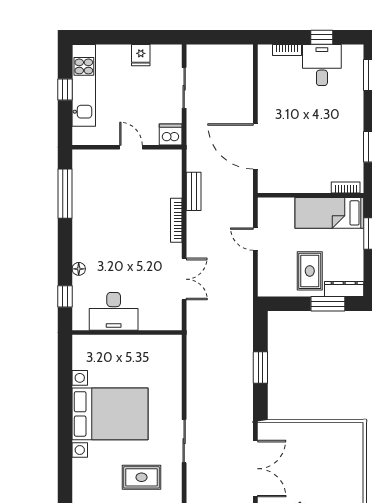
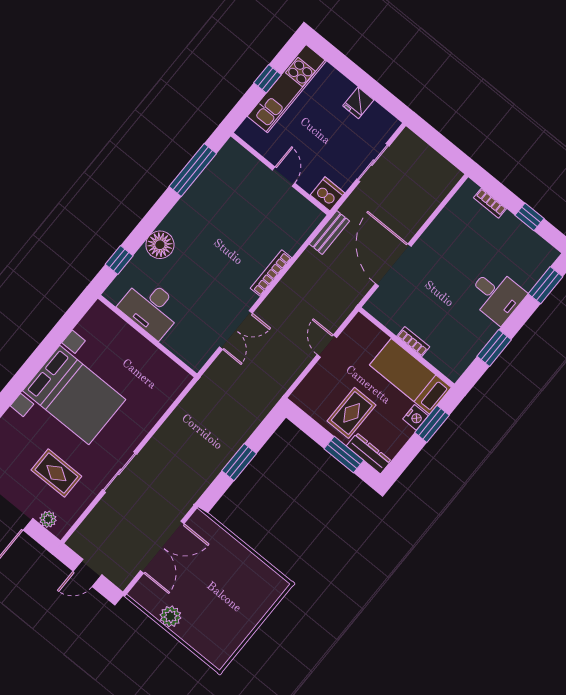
desk: (322, 65) -> (496, 295), moved, turned 90
bookcase: (346, 188) -> (413, 342), moved
bench: (194, 191) -> (329, 233), moved
nightstand: (356, 238) -> (415, 417), added
floor lamp: (79, 269) -> (160, 245), width x1.89, depth x1.89

